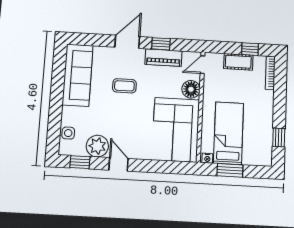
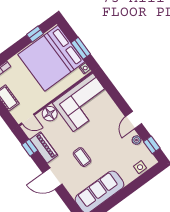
window: (161, 44) -> (30, 148), moved
bed: (229, 133) -> (51, 58), width x2.04
plant: (97, 146) -> (136, 140), width x0.53, depth x0.53

